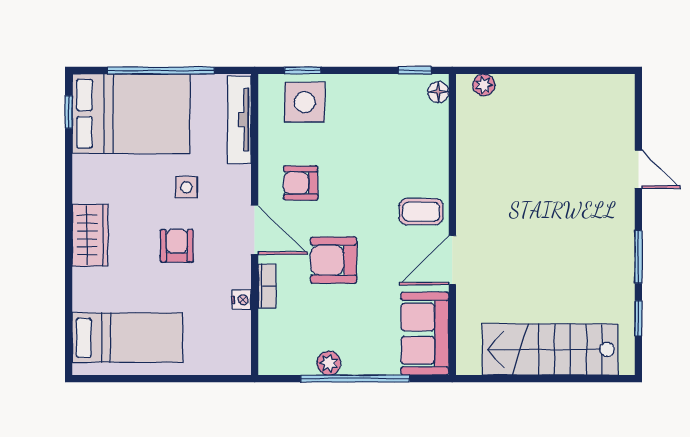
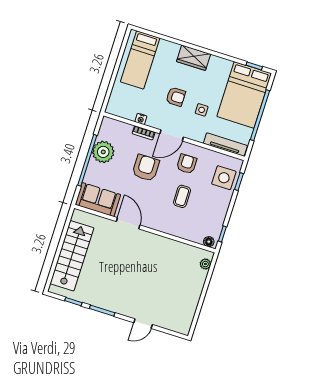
coffee table: (421, 212) -> (182, 196), moved
plant: (329, 363) -> (103, 152), width x1.88, depth x1.88

